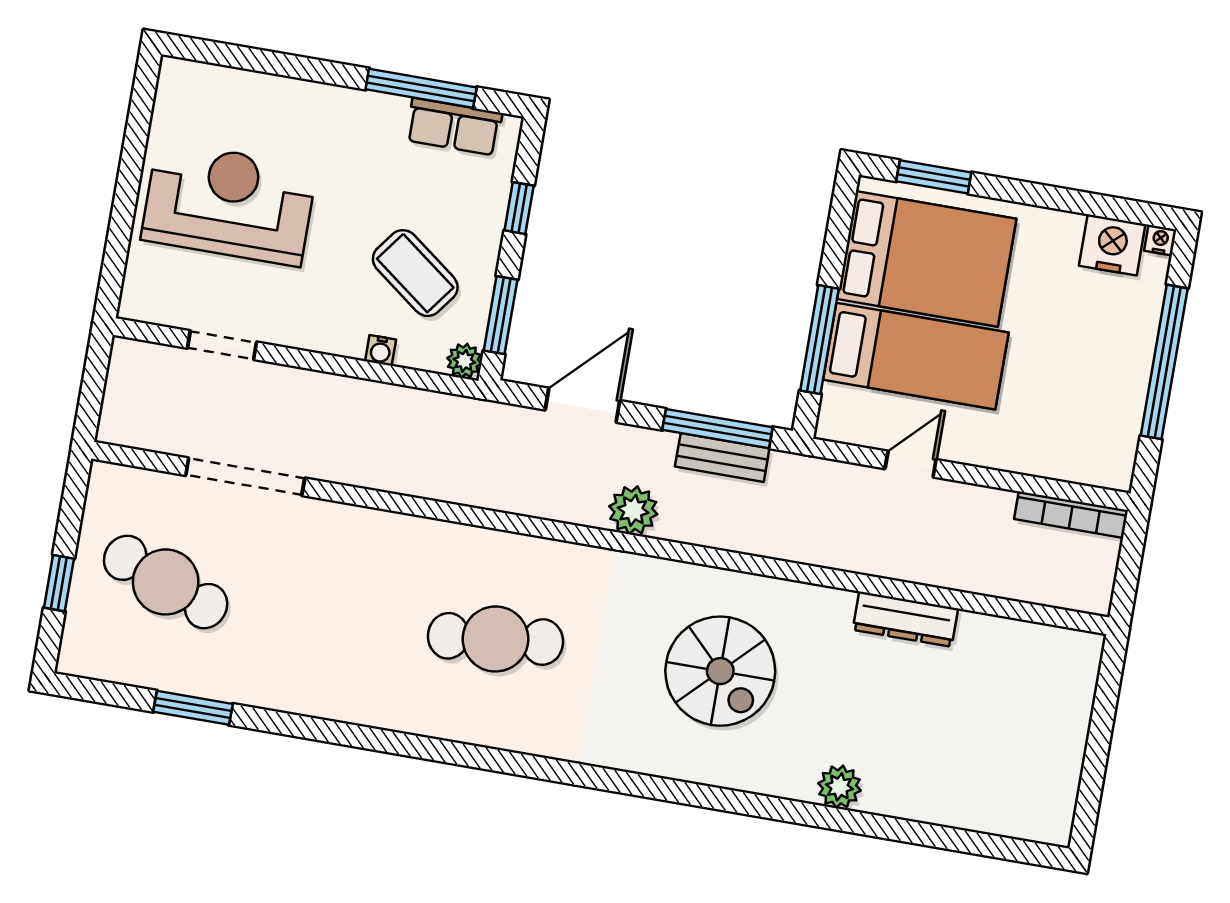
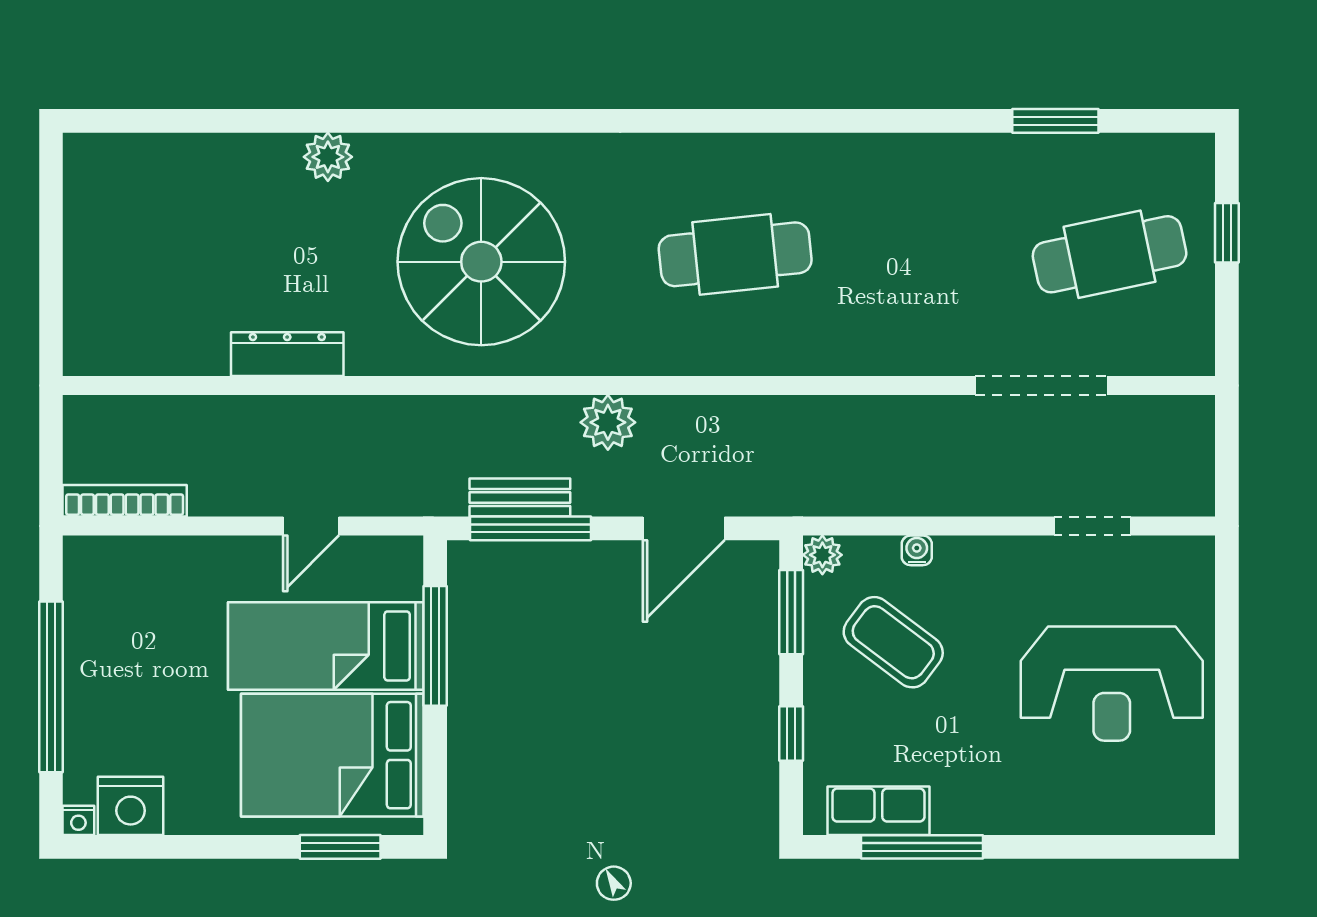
cafe table: (166, 582) -> (1110, 254), turned -33
spiral stairs: (720, 671) -> (481, 262), width x1.37, depth x1.37

